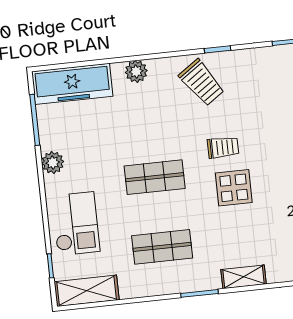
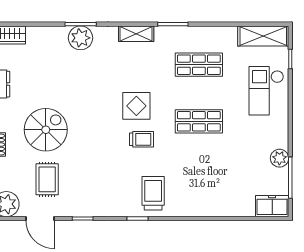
plant: (136, 71) -> (205, 208), removed
trolley: (202, 83) -> (153, 193), turned 35
freezer: (72, 84) -> (272, 206), width x0.52, depth x0.79
trolley: (223, 147) -> (142, 139), turned 180
plant: (53, 163) -> (279, 158), moved

